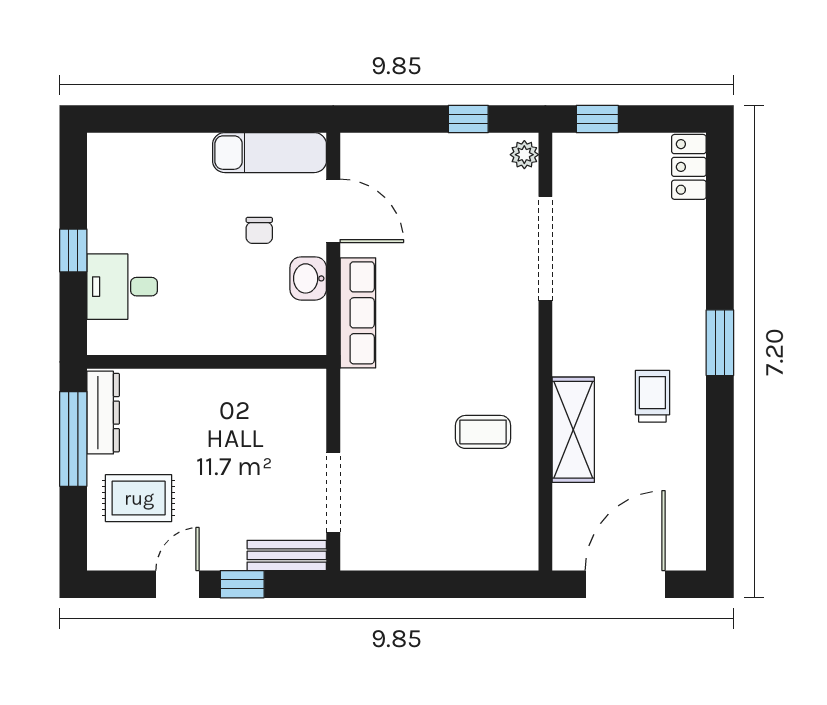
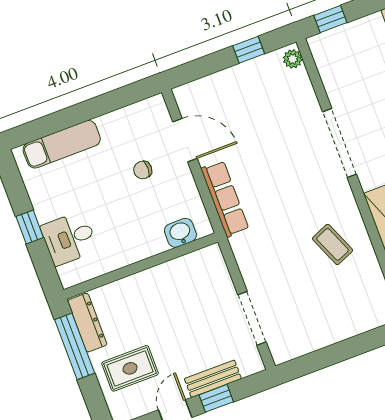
exam couch: (269, 153) -> (62, 144), moved
chair: (259, 230) -> (143, 170), turned 90
doorway: (545, 249) -> (339, 143), moved
washbasin: (308, 278) -> (180, 233), moved, turned 90
coffee table: (483, 432) -> (333, 244), turned 67
bench: (287, 555) -> (213, 379), moved

